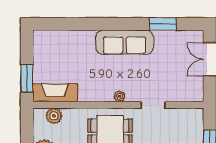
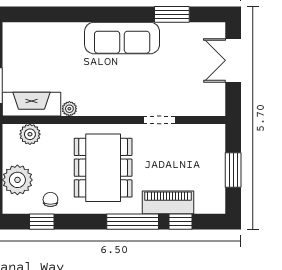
plant: (120, 96) -> (69, 109), moved

